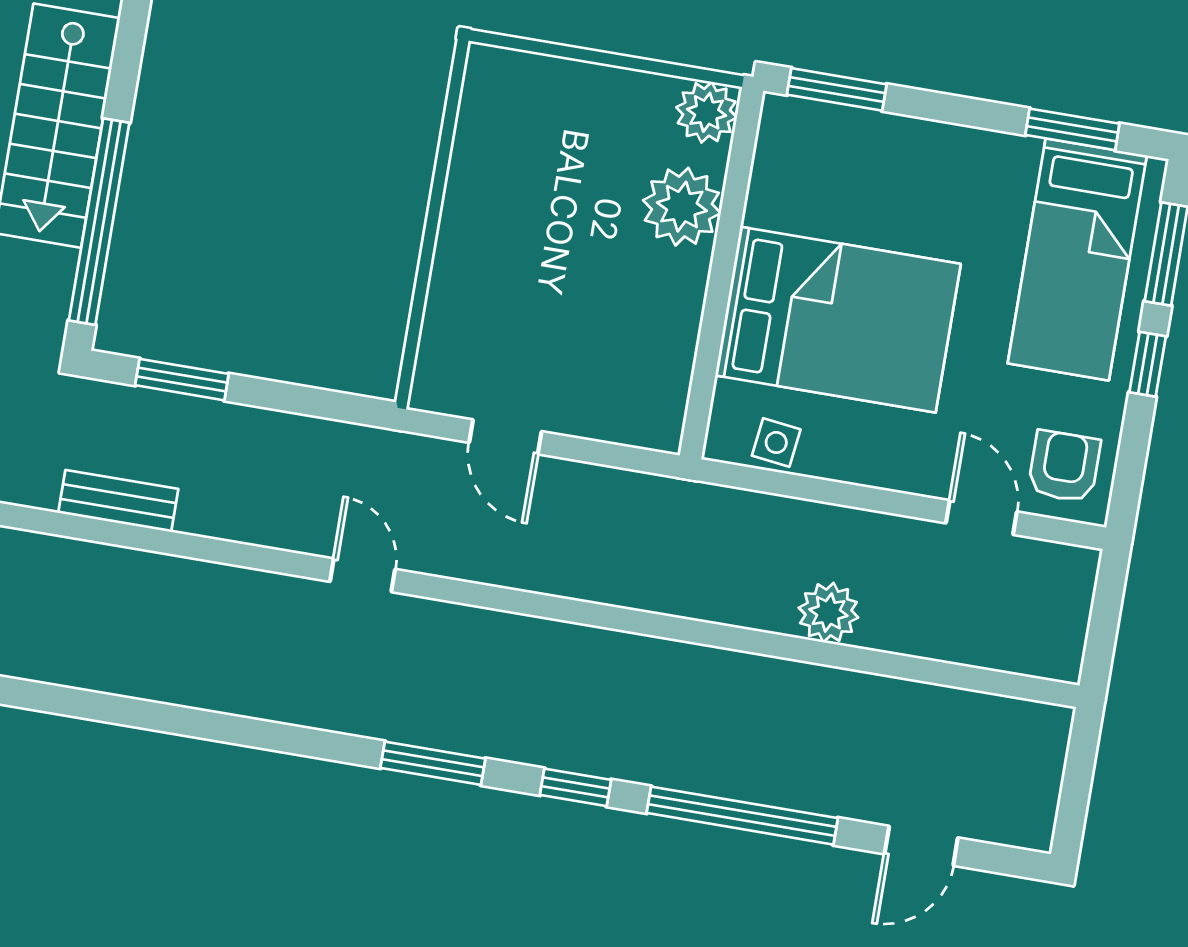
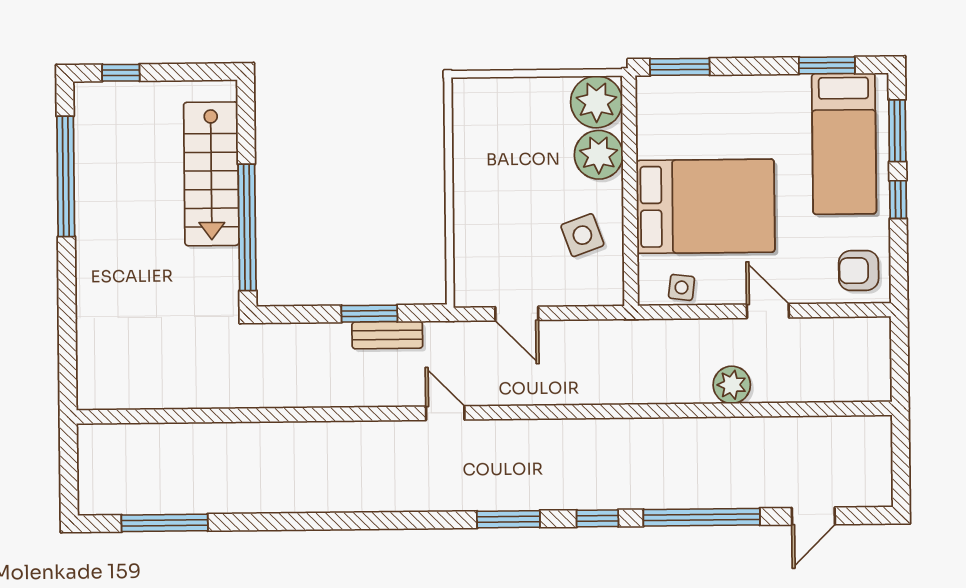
plant: (707, 112) -> (596, 102), width x1.36, depth x1.36
side table: (633, 330) -> (582, 235), added
window: (182, 380) -> (369, 314), moved
armchair: (1064, 466) -> (859, 271), turned -90
bench: (118, 501) -> (387, 335), moved
door: (981, 517) -> (768, 311), moved

